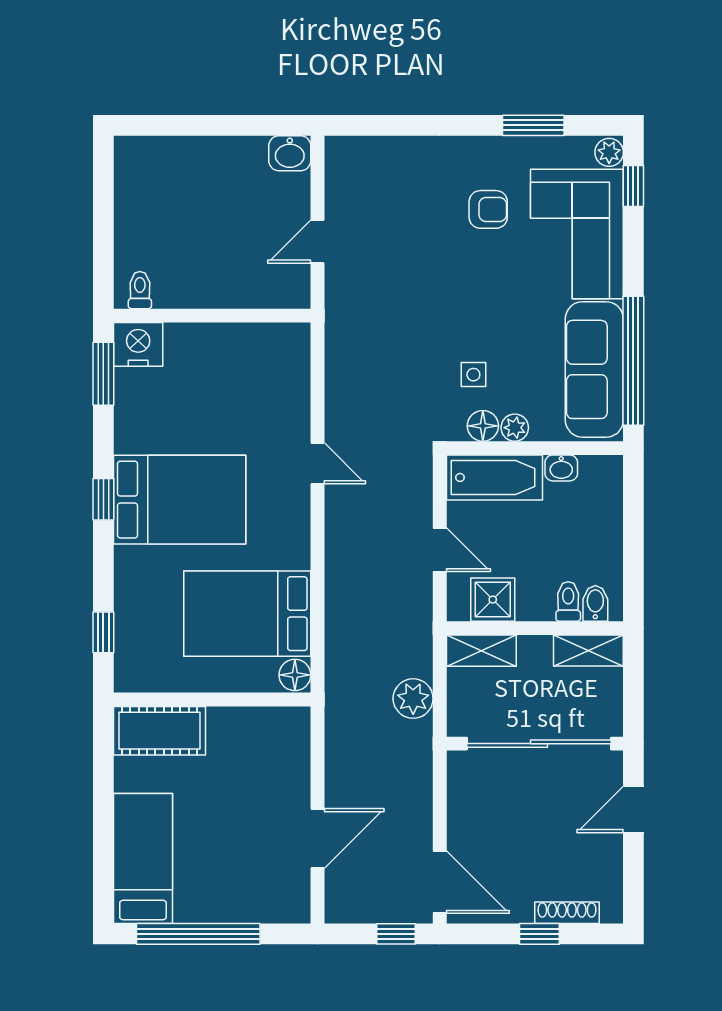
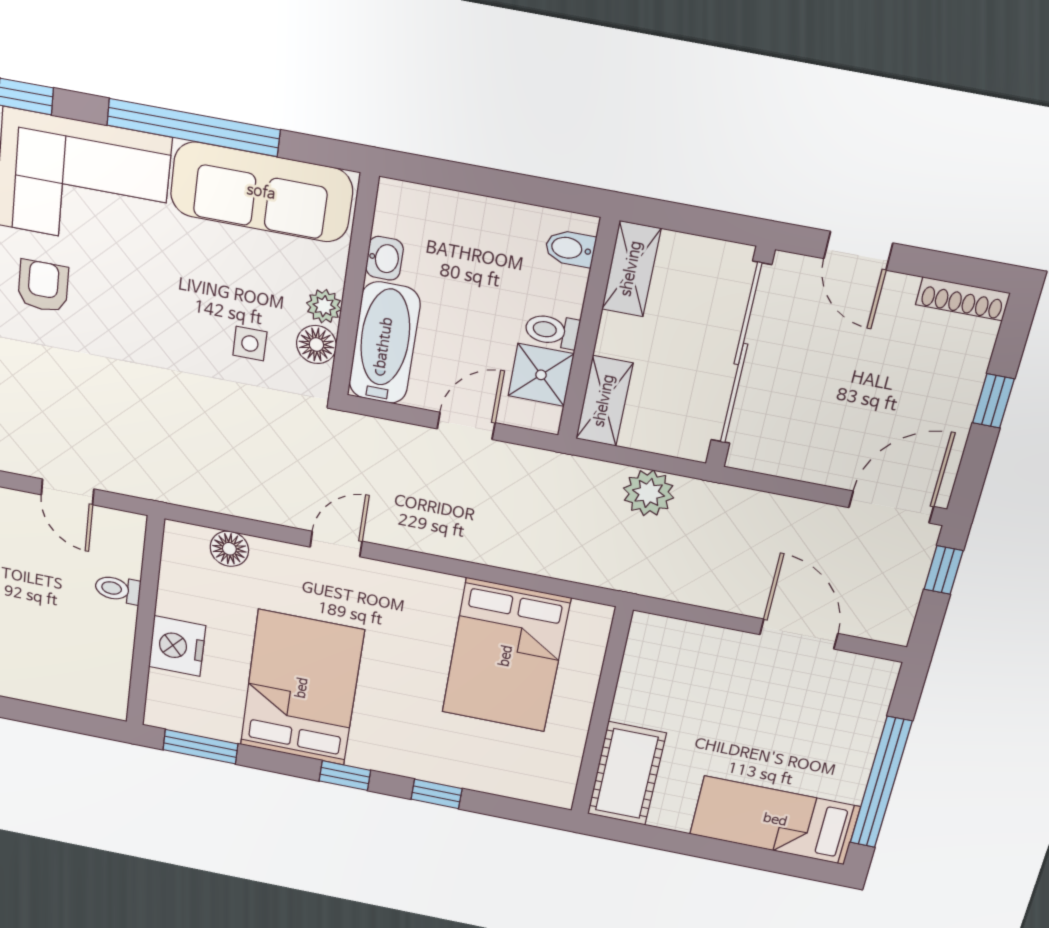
toilet: (140, 290) -> (118, 589), moved
nightstand: (138, 344) -> (177, 646), moved
window: (633, 361) -> (193, 128), moved
bed: (180, 500) -> (302, 688), moved
toilet: (568, 601) -> (552, 331), moved
window: (103, 632) -> (437, 794), moved
floor lamp: (295, 675) -> (229, 549), moved
shoe rack: (567, 913) -> (963, 299), moved, turned -90

